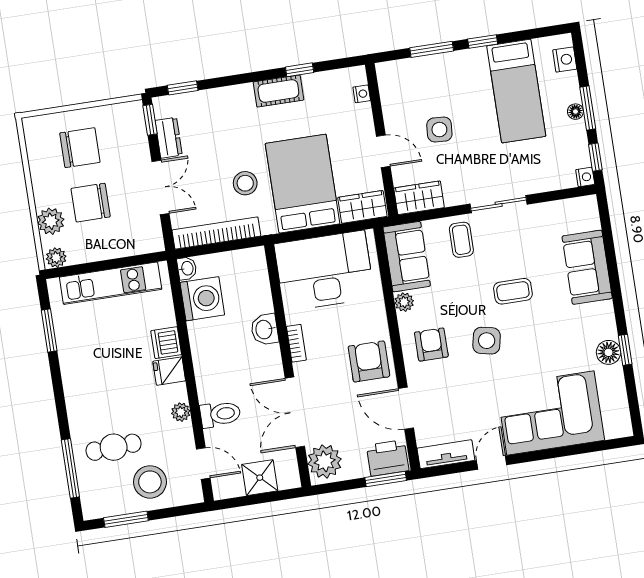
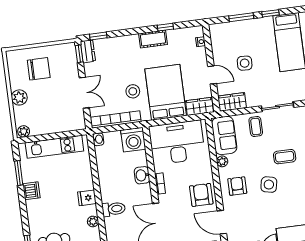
dresser: (169, 138) -> (88, 51), moved
chair: (91, 203) -> (44, 100), removed
plant: (51, 221) -> (19, 97), moved
washing machine: (202, 299) -> (133, 140), moved, turned 90
dishwasher: (166, 343) -> (31, 191), moved, turned 180
toilet: (220, 414) -> (114, 209), moved

